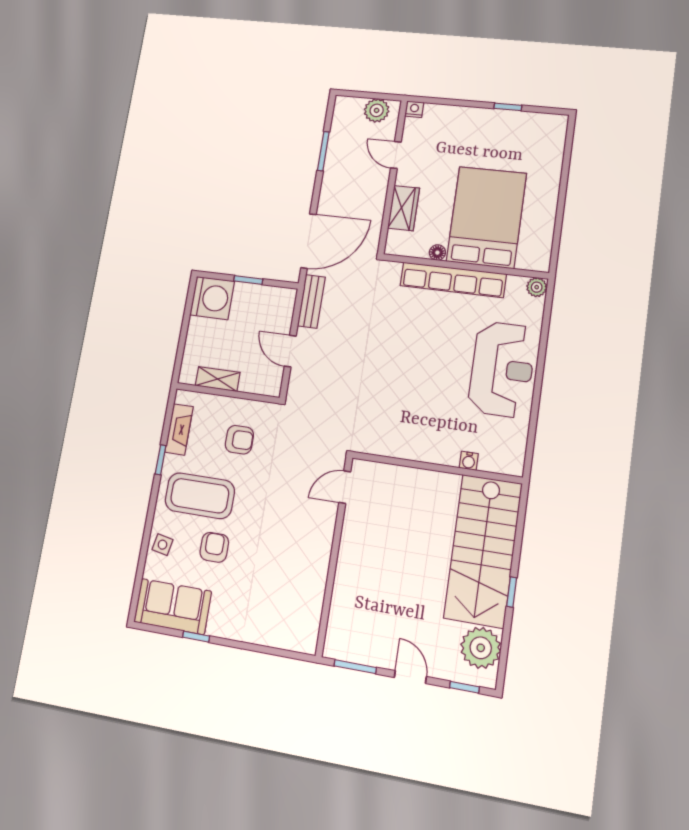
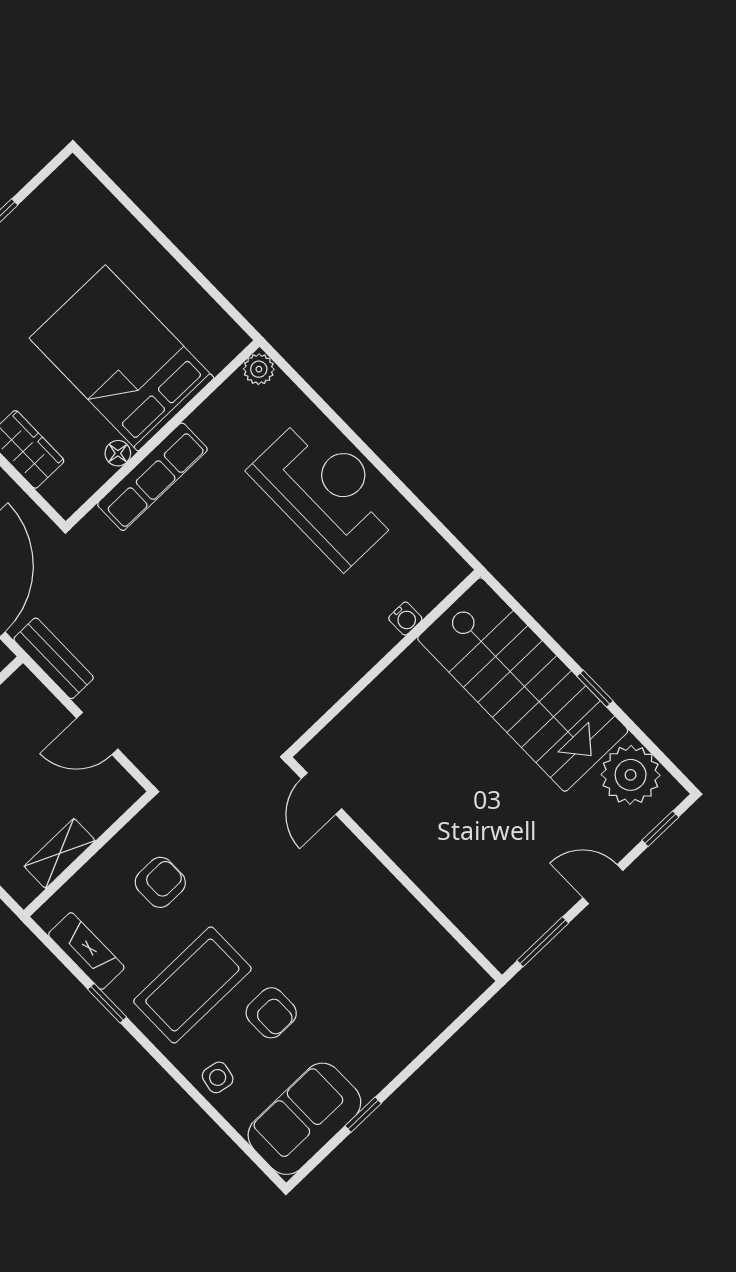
row of seats: (453, 280) -> (152, 477), width x0.73
armchair: (214, 547) -> (271, 1013), turned 180

